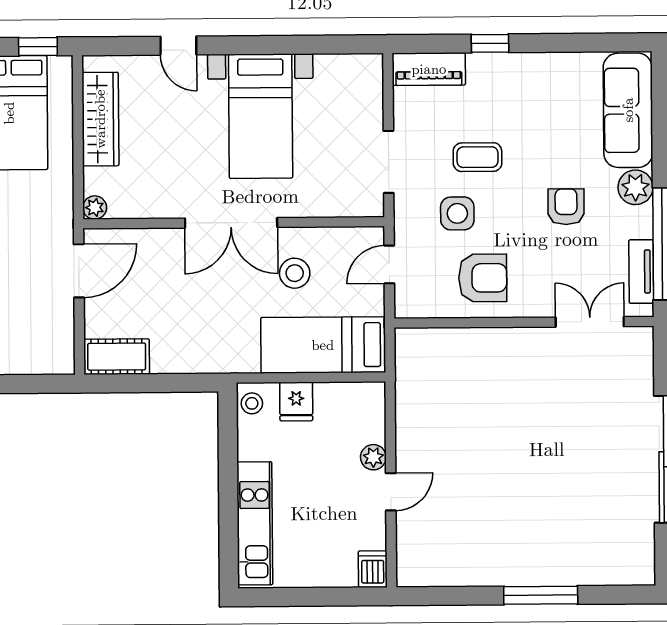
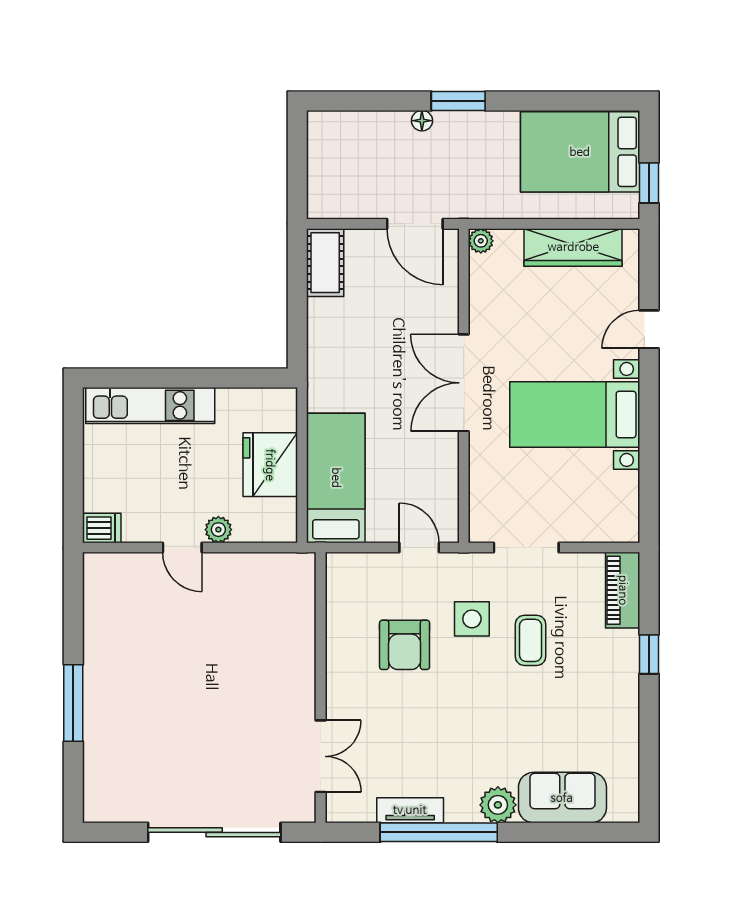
sofa: (628, 110) -> (562, 798), width x0.73
armchair: (566, 207) -> (478, 732), removed
stool: (295, 273) -> (411, 449), removed
wall: (524, 322) -> (321, 688), moved
double door: (590, 322) -> (321, 756), moved
fridge: (296, 401) -> (270, 465), width x1.88, depth x1.34
stool: (252, 403) -> (275, 403), removed

